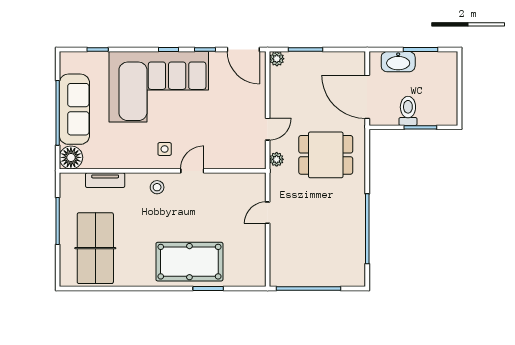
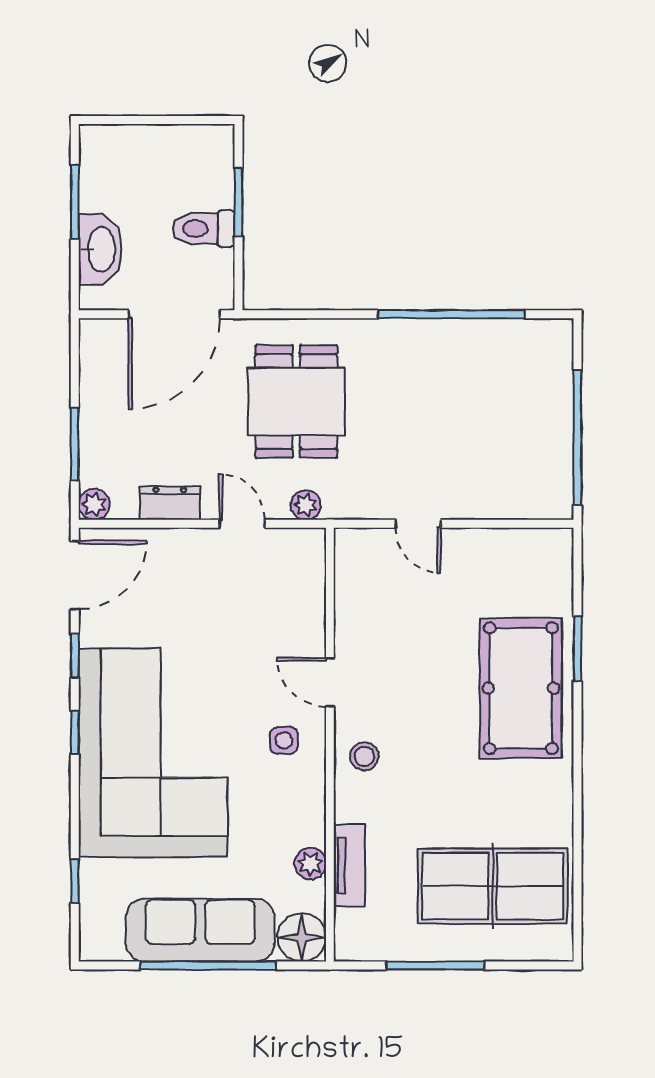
dresser: (277, 95) -> (170, 503), added
plant: (106, 162) -> (310, 864), added

